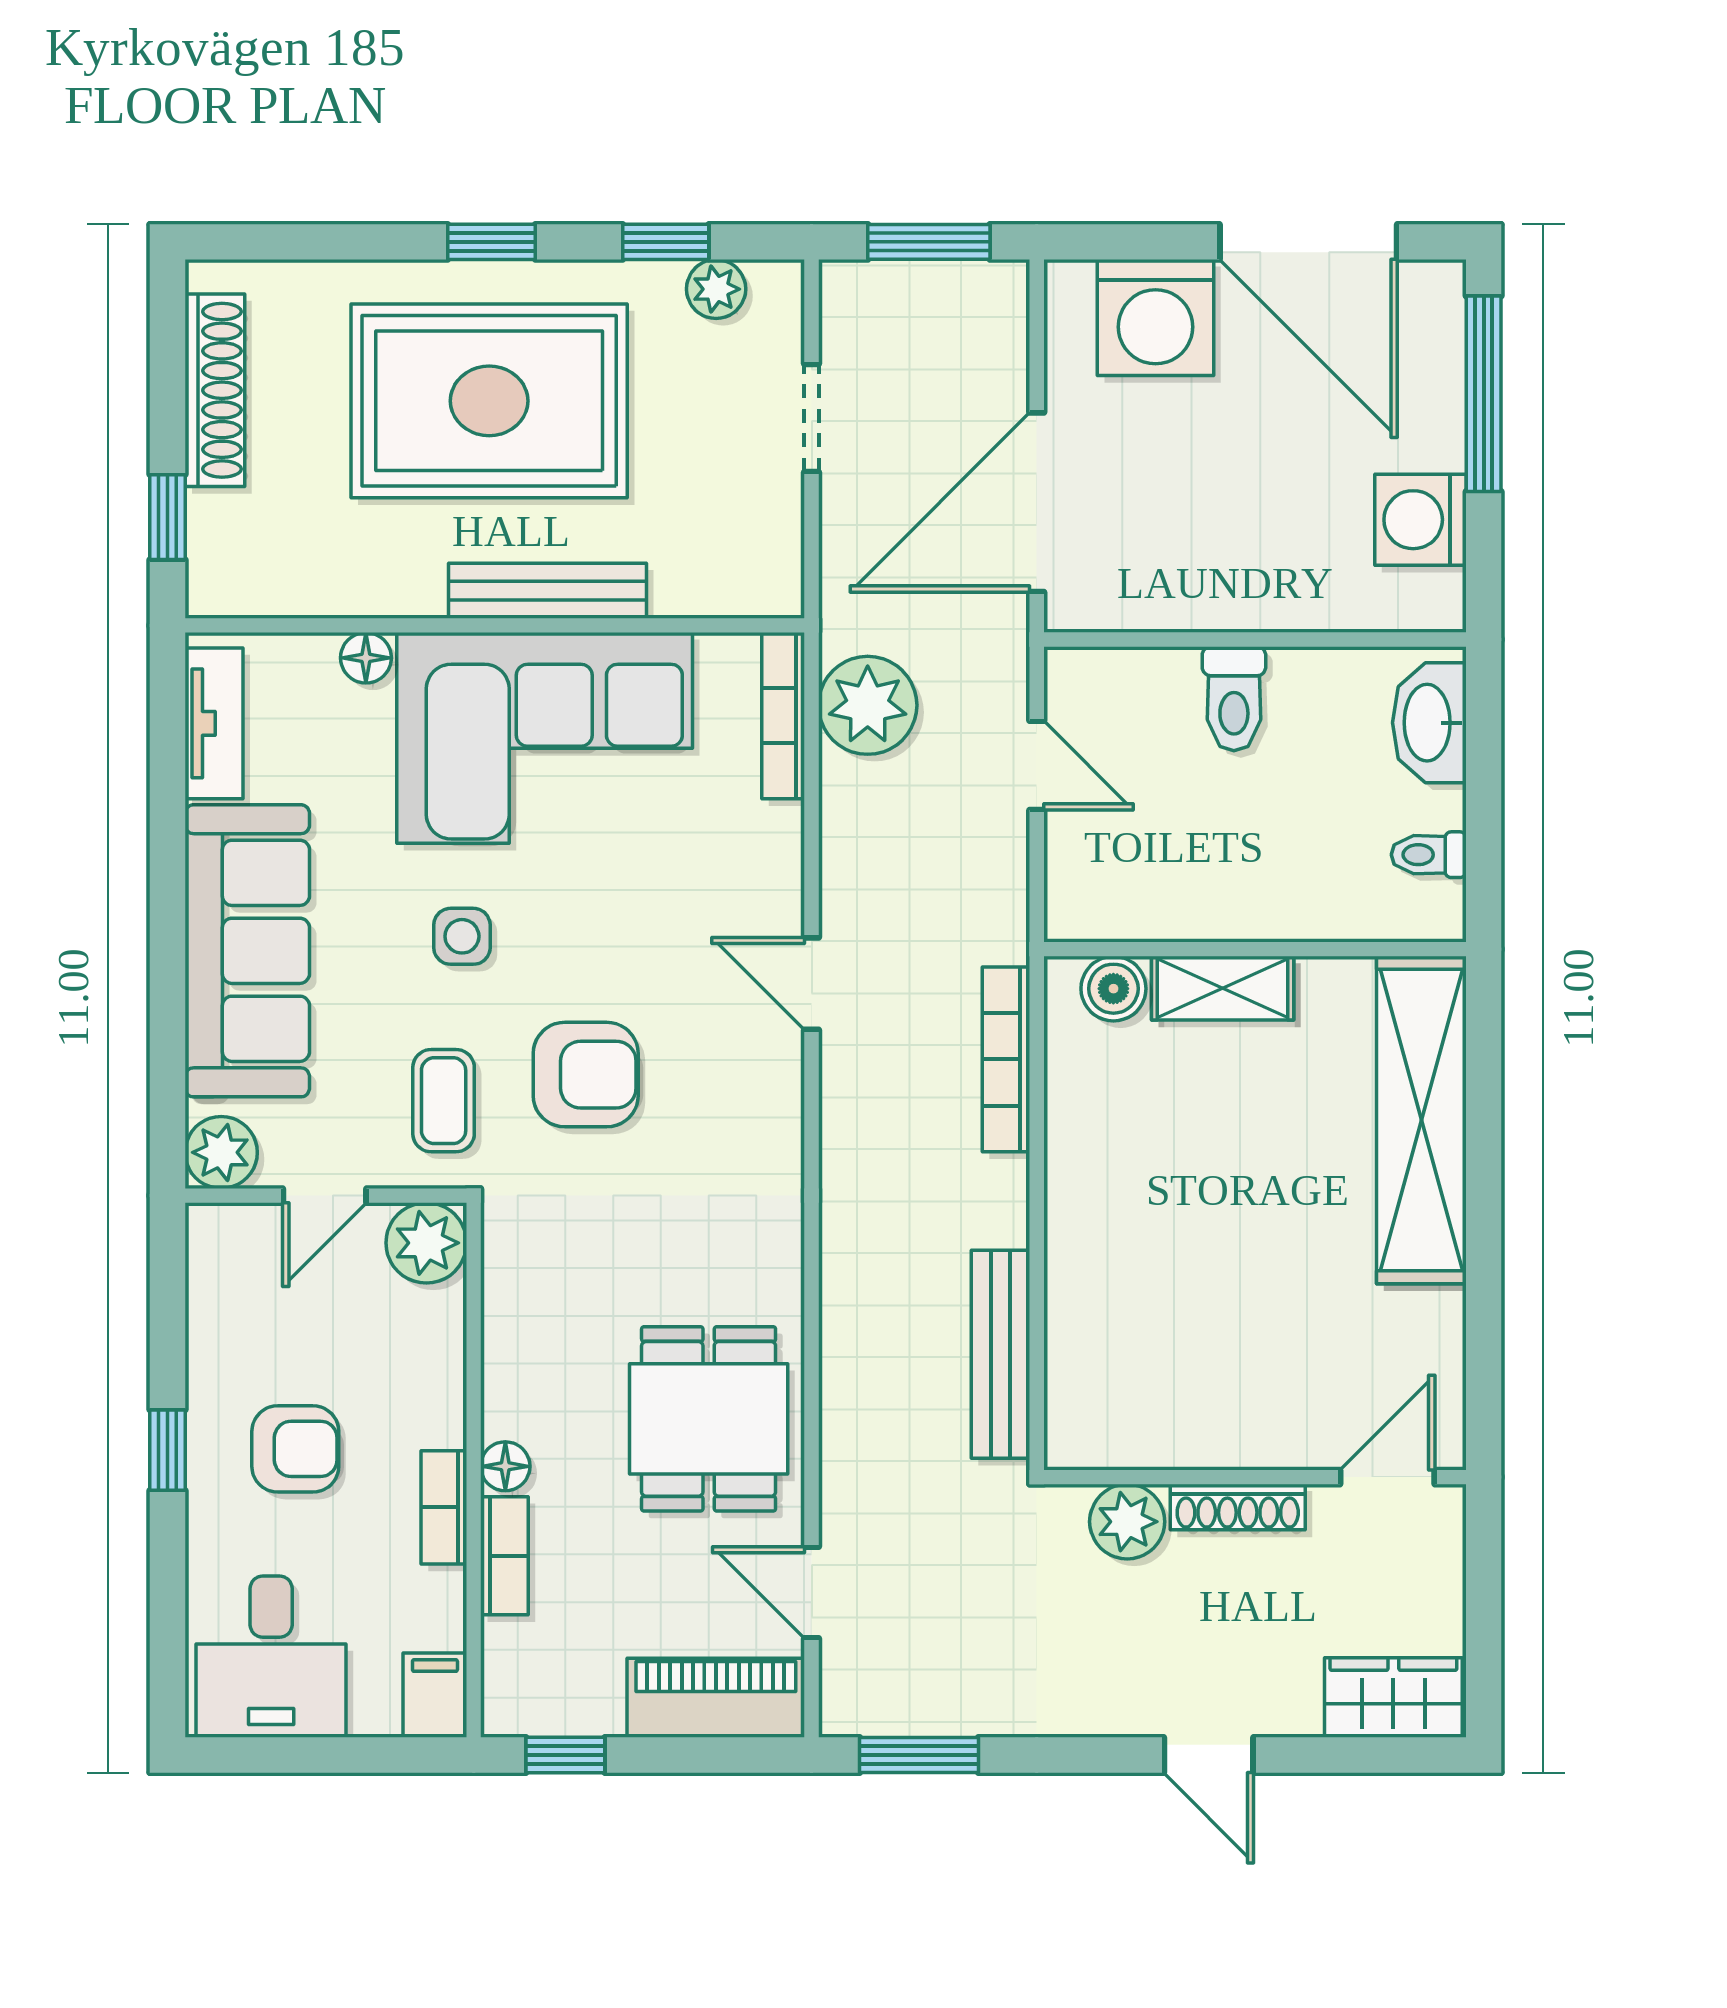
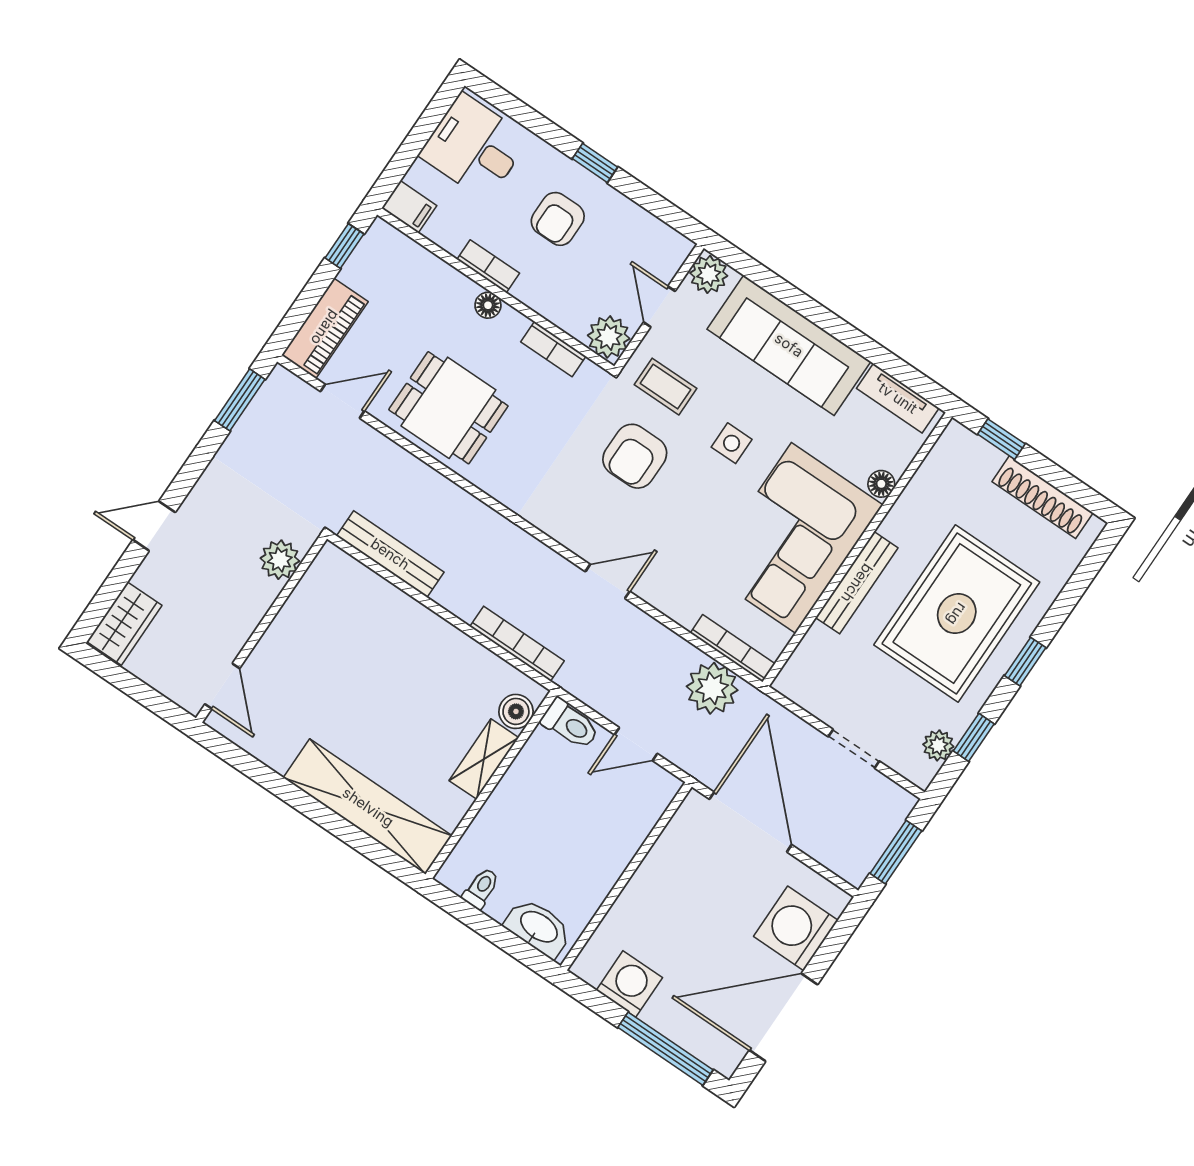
toilet: (1234, 699) -> (570, 724), moved, turned 180
shoe rack: (1238, 1507) -> (253, 612), removed
bookcase: (504, 1556) -> (553, 349), moved

